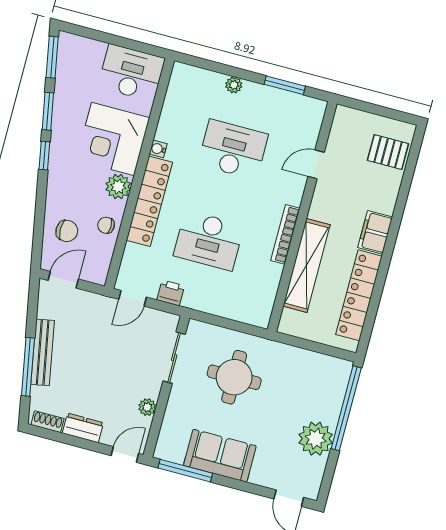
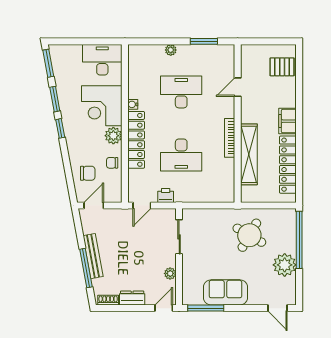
round table: (234, 377) -> (249, 235), moved, turned 30

